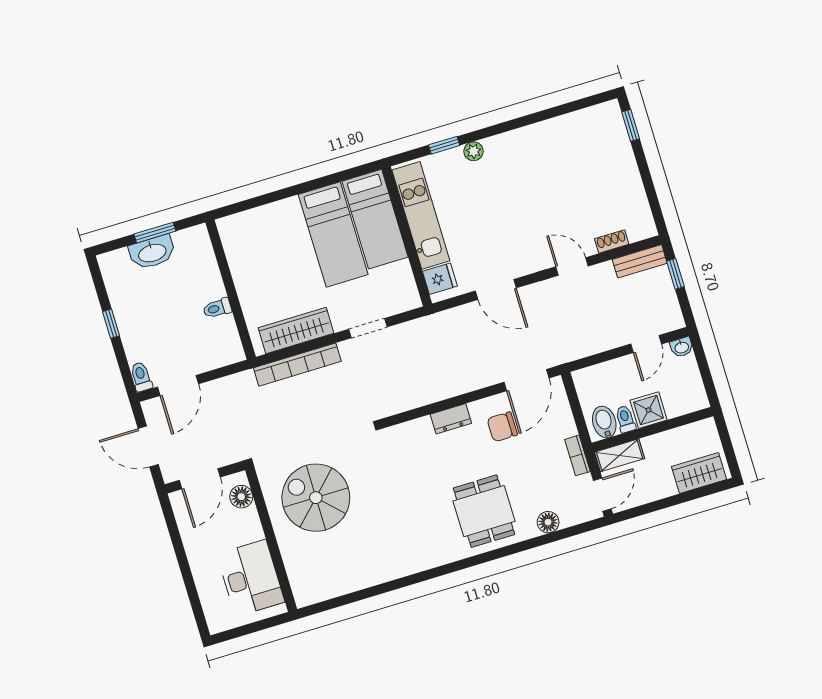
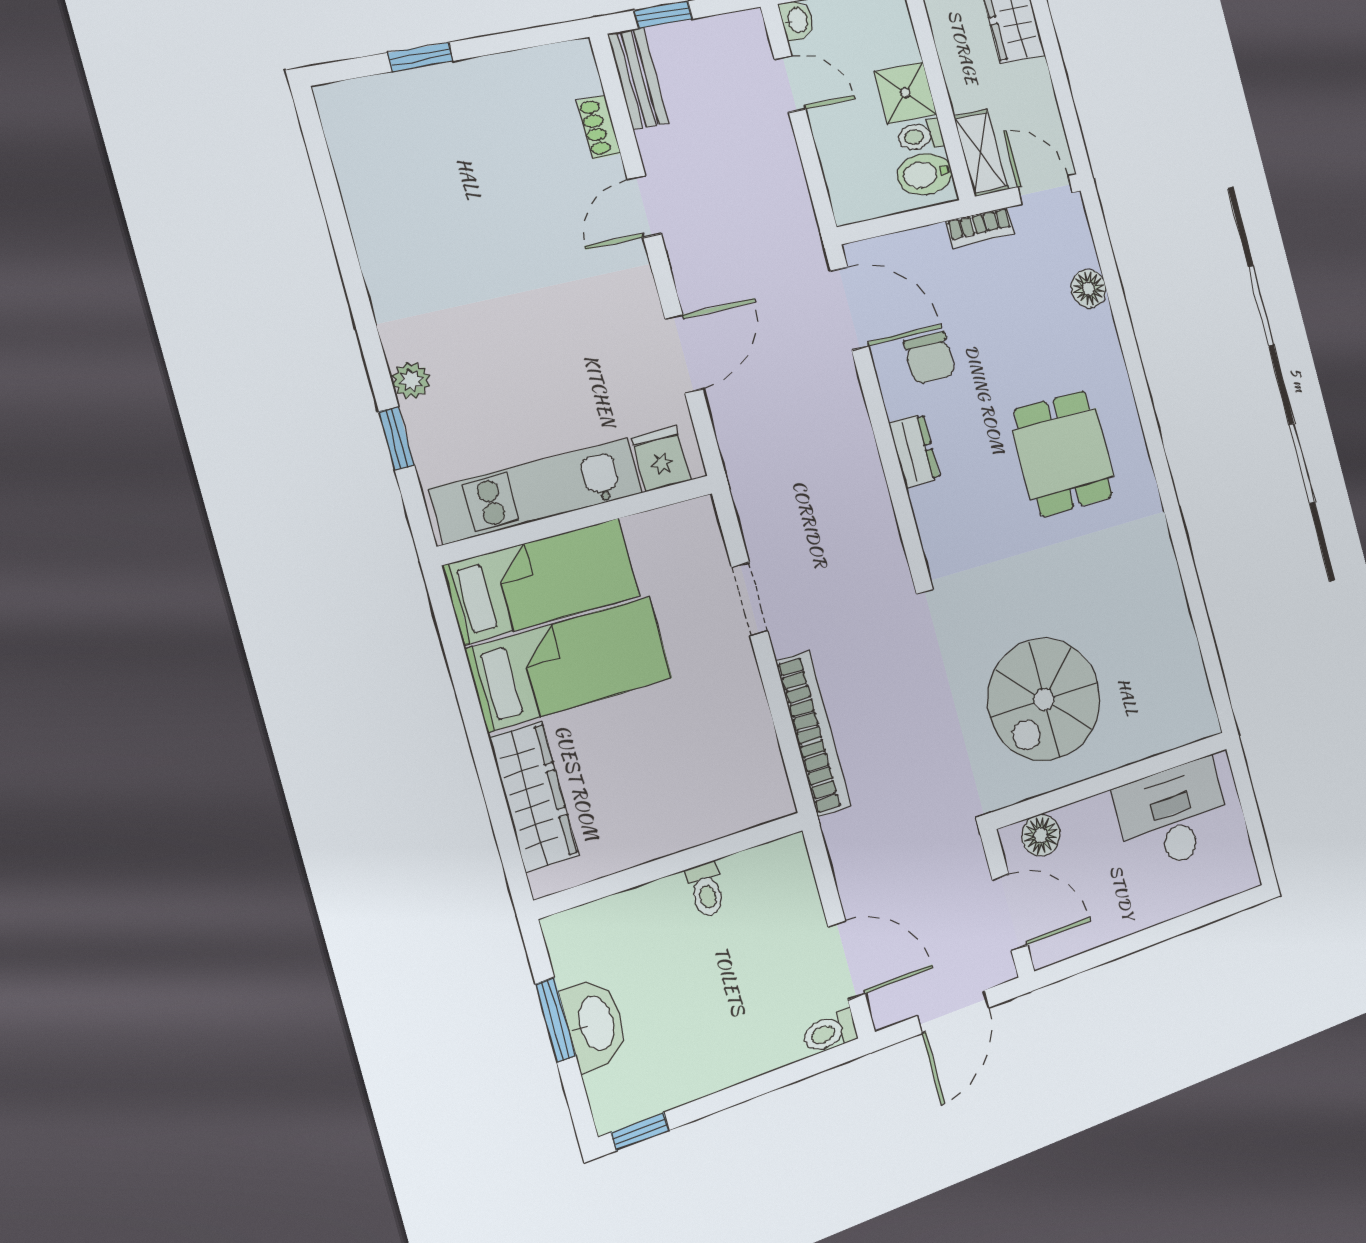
window: (631, 125) -> (420, 57), moved
window: (111, 324) -> (640, 1131), moved
wardrobe: (296, 330) -> (534, 797), moved, turned 180
dining table: (484, 511) -> (1063, 453), moved, turned 90

